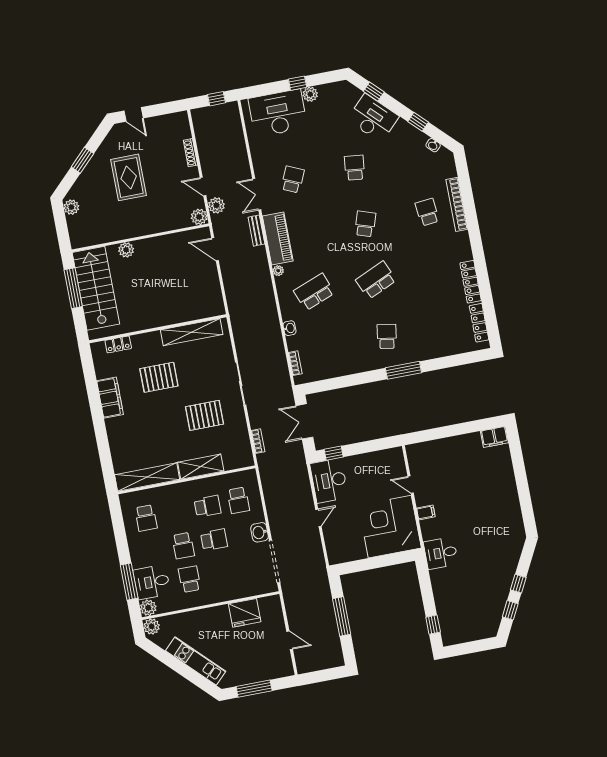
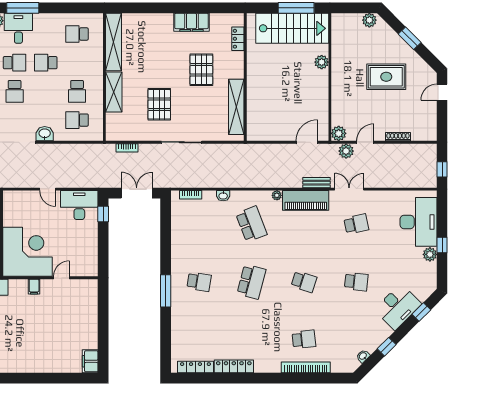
school desk: (293, 179) -> (356, 224), turned -36
school desk: (376, 280) -> (251, 282), turned 39
school desk: (214, 540) -> (15, 91), moved

